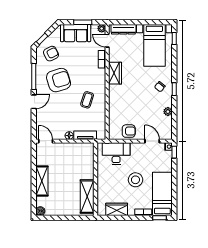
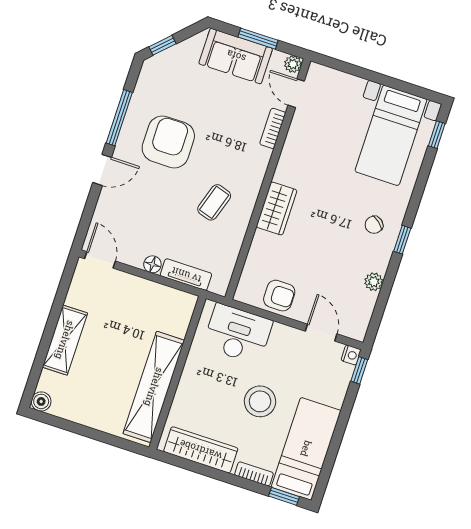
dresser: (123, 29) -> (338, 81), removed
armchair: (51, 54) -> (171, 82), removed
wardrobe: (115, 73) -> (277, 209), moved
armchair: (59, 80) -> (168, 142), turned -73
shelving: (87, 197) -> (154, 387), width x1.47
wardrobe: (117, 209) -> (201, 450), width x1.50

